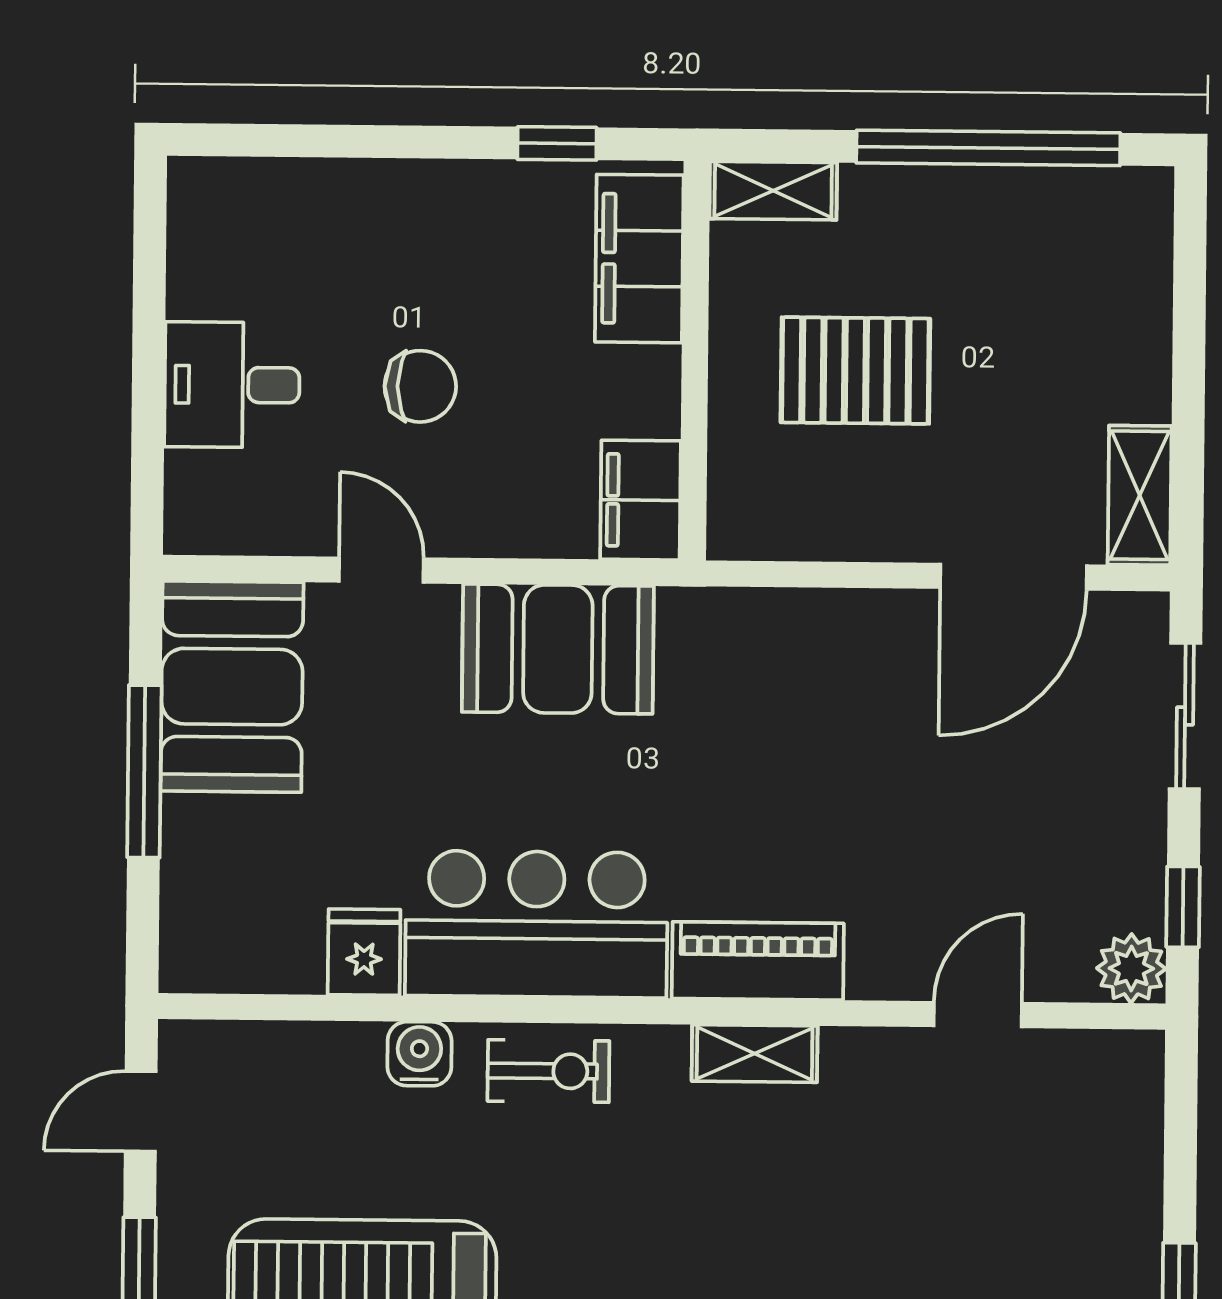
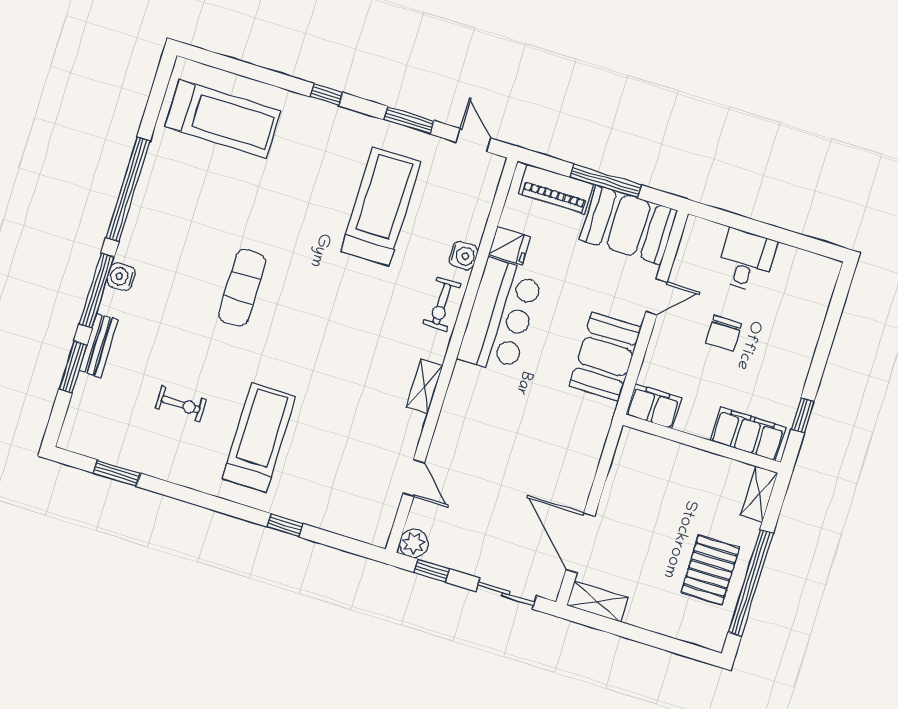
pallet: (855, 371) -> (710, 570), moved
piano: (758, 961) -> (556, 189), moved, turned 90

